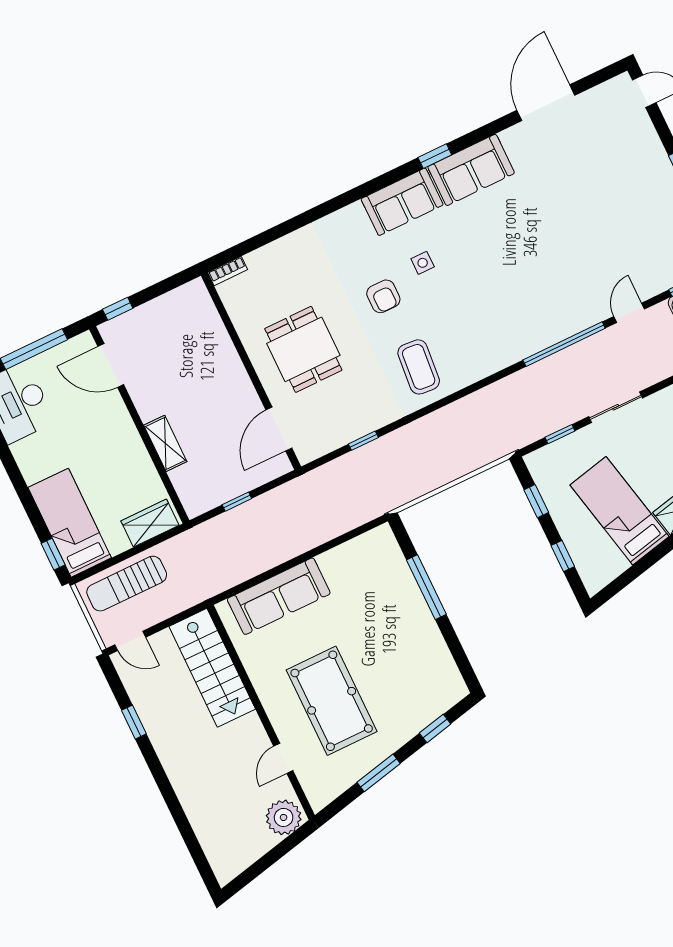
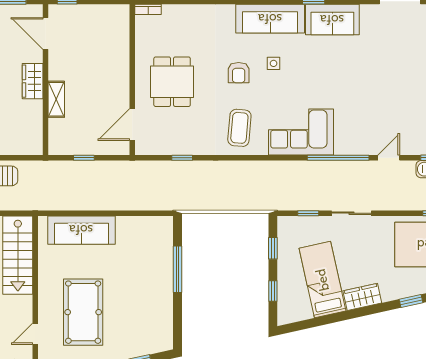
sofa: (402, 202) -> (270, 19), width x1.36
corner sofa: (500, 334) -> (301, 132), added
wardrobe: (150, 523) -> (33, 81), moved, turned -90

